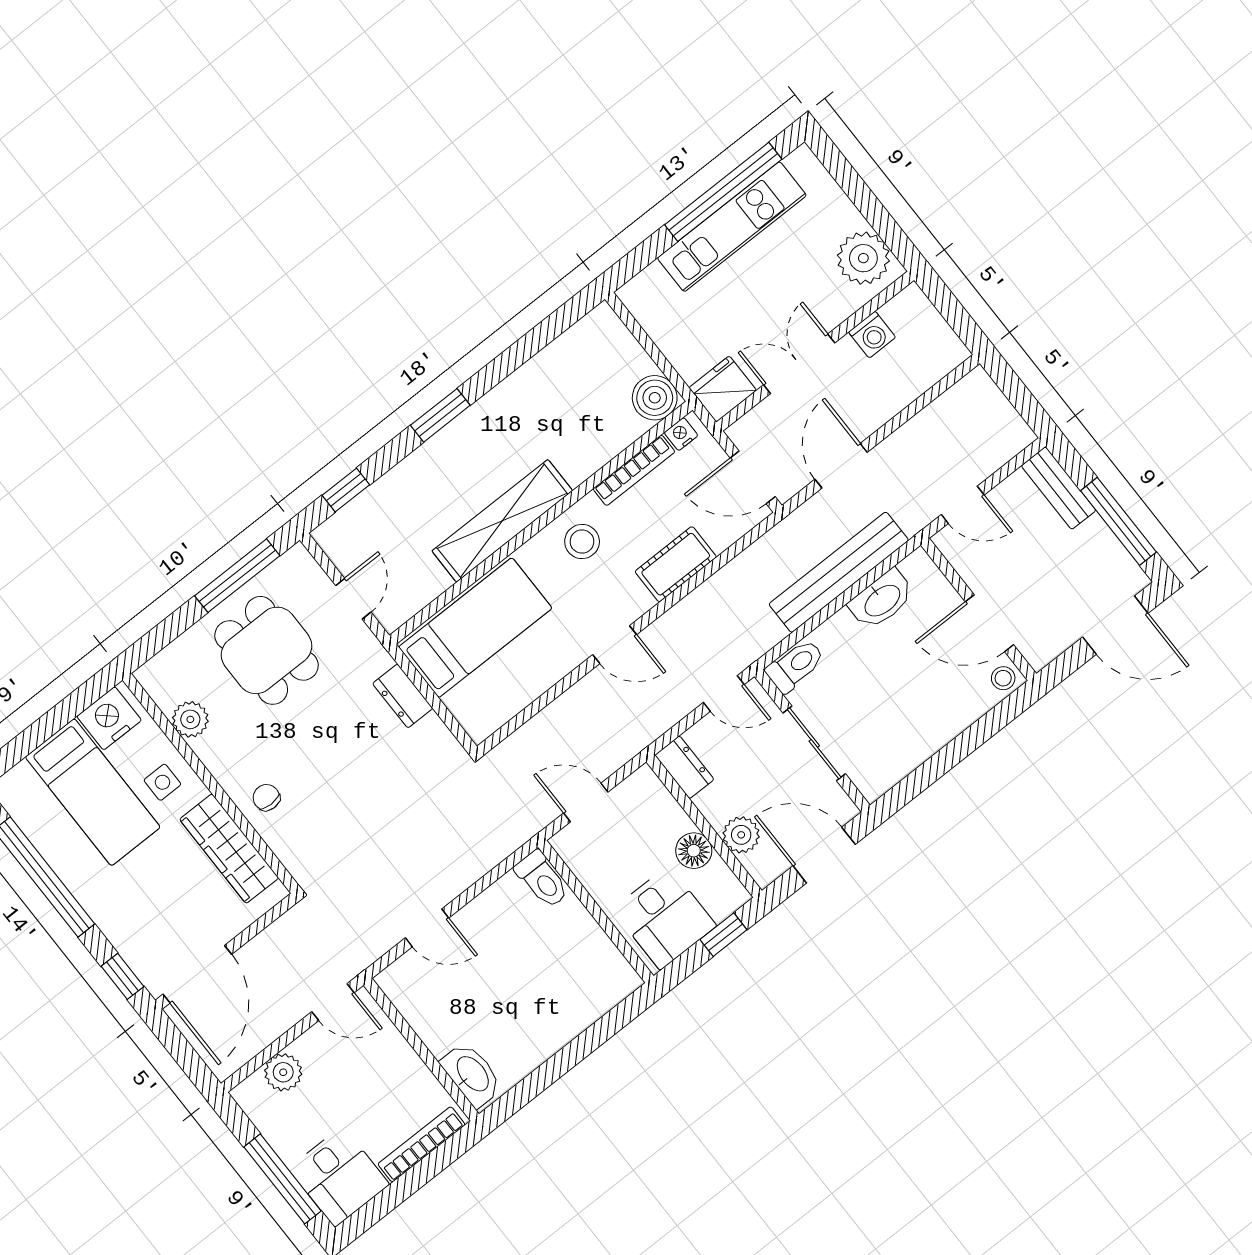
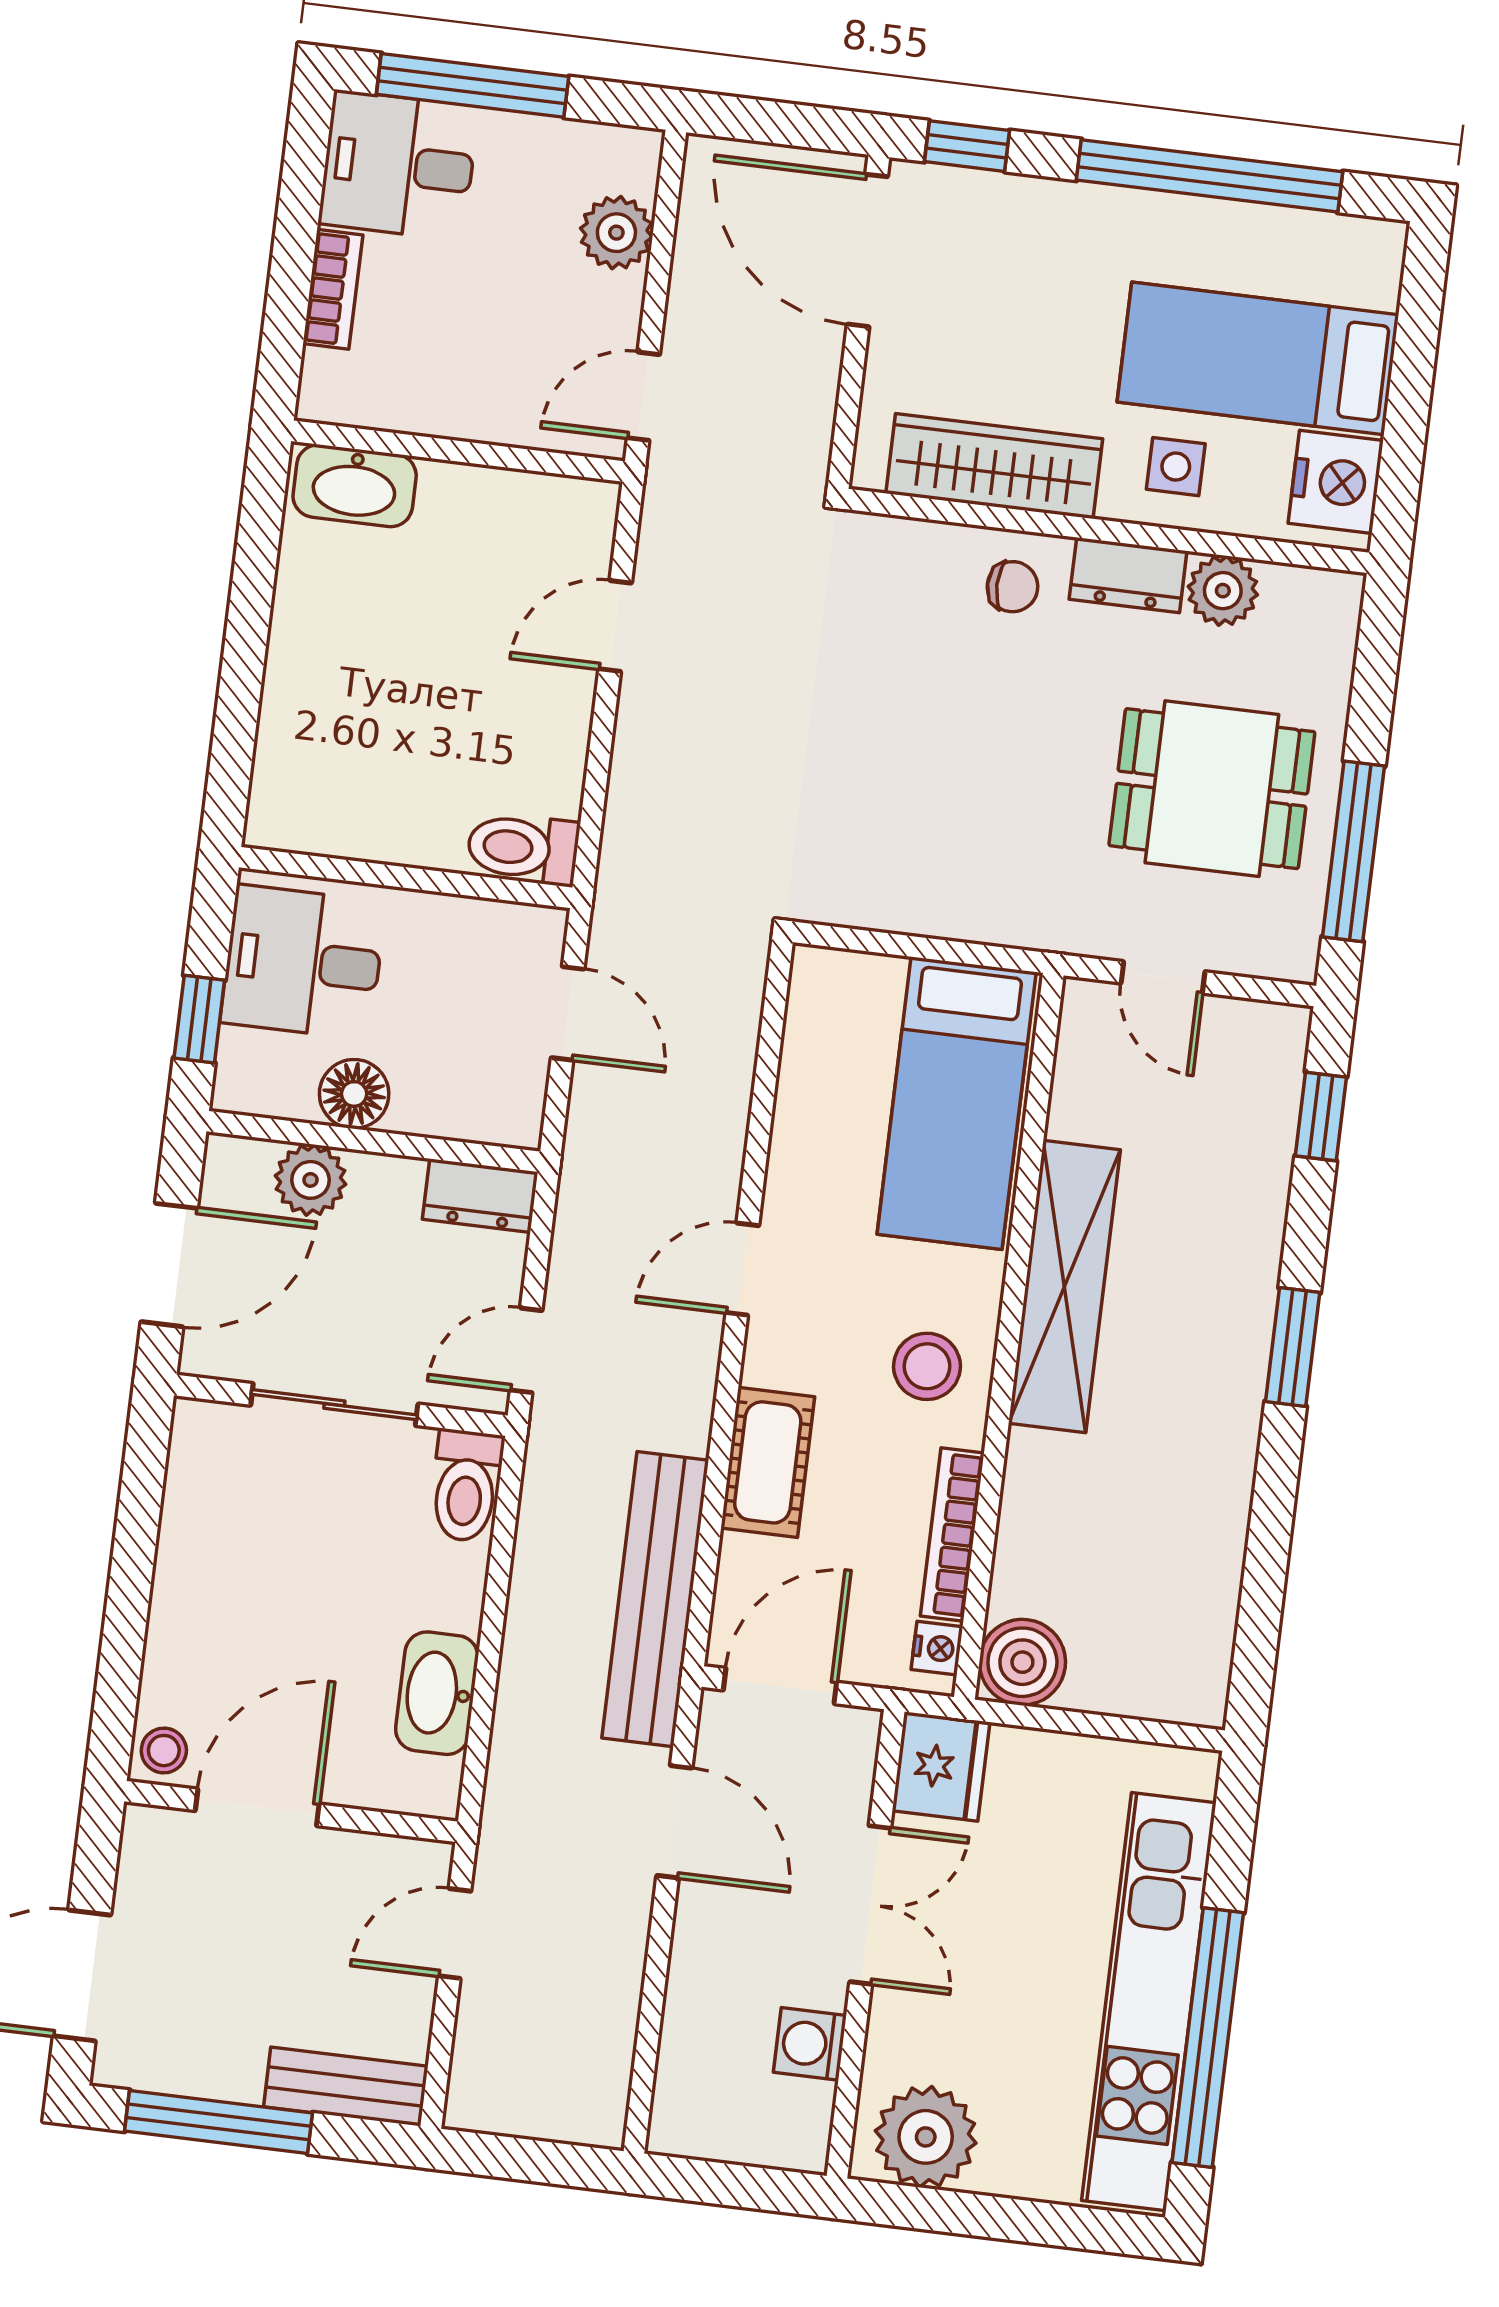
kitchen unit: (732, 227) -> (1149, 2002), width x1.36
bench: (839, 572) -> (655, 1599), moved
dresser: (403, 696) -> (1128, 575), moved, turned 180
door: (586, 803) -> (568, 1013), hinge flipped
bookcase: (421, 1144) -> (333, 289), width x0.64

